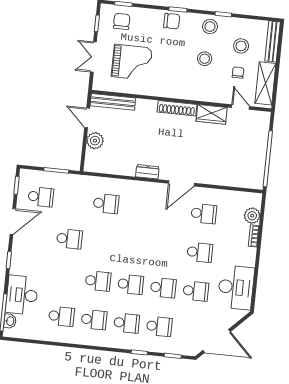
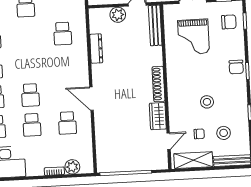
stool: (210, 27) -> (237, 102), removed
dresser: (147, 172) -> (96, 49), moved, width x1.44
school desk: (167, 249) -> (30, 95), added

